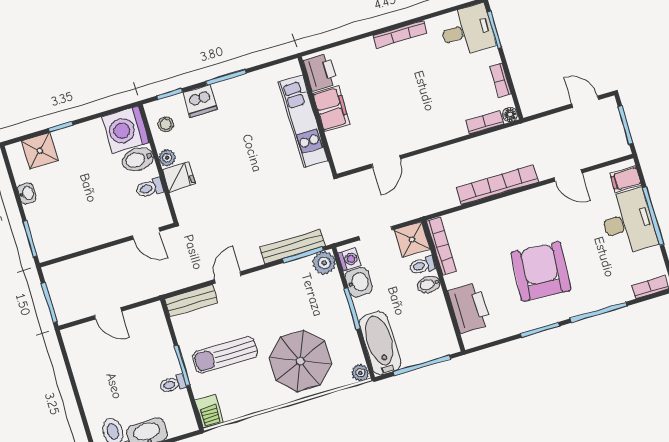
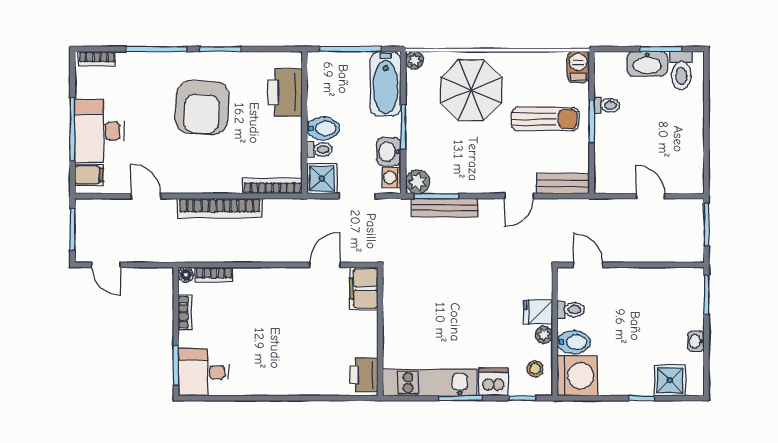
bookcase: (400, 34) -> (272, 389), removed
filing cabinet: (331, 109) -> (364, 288), moved
kitchen unit: (303, 121) -> (430, 383), moved, turned -90
bookcase: (441, 246) -> (272, 186), moved, turned 90
bidet: (429, 284) -> (323, 128), width x1.38, depth x1.36

